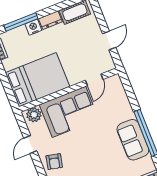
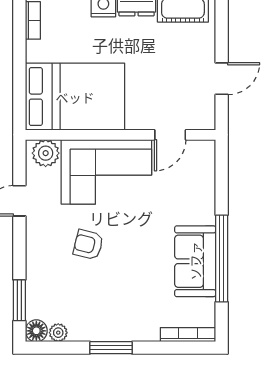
armchair: (54, 162) -> (88, 245), moved, turned 91

